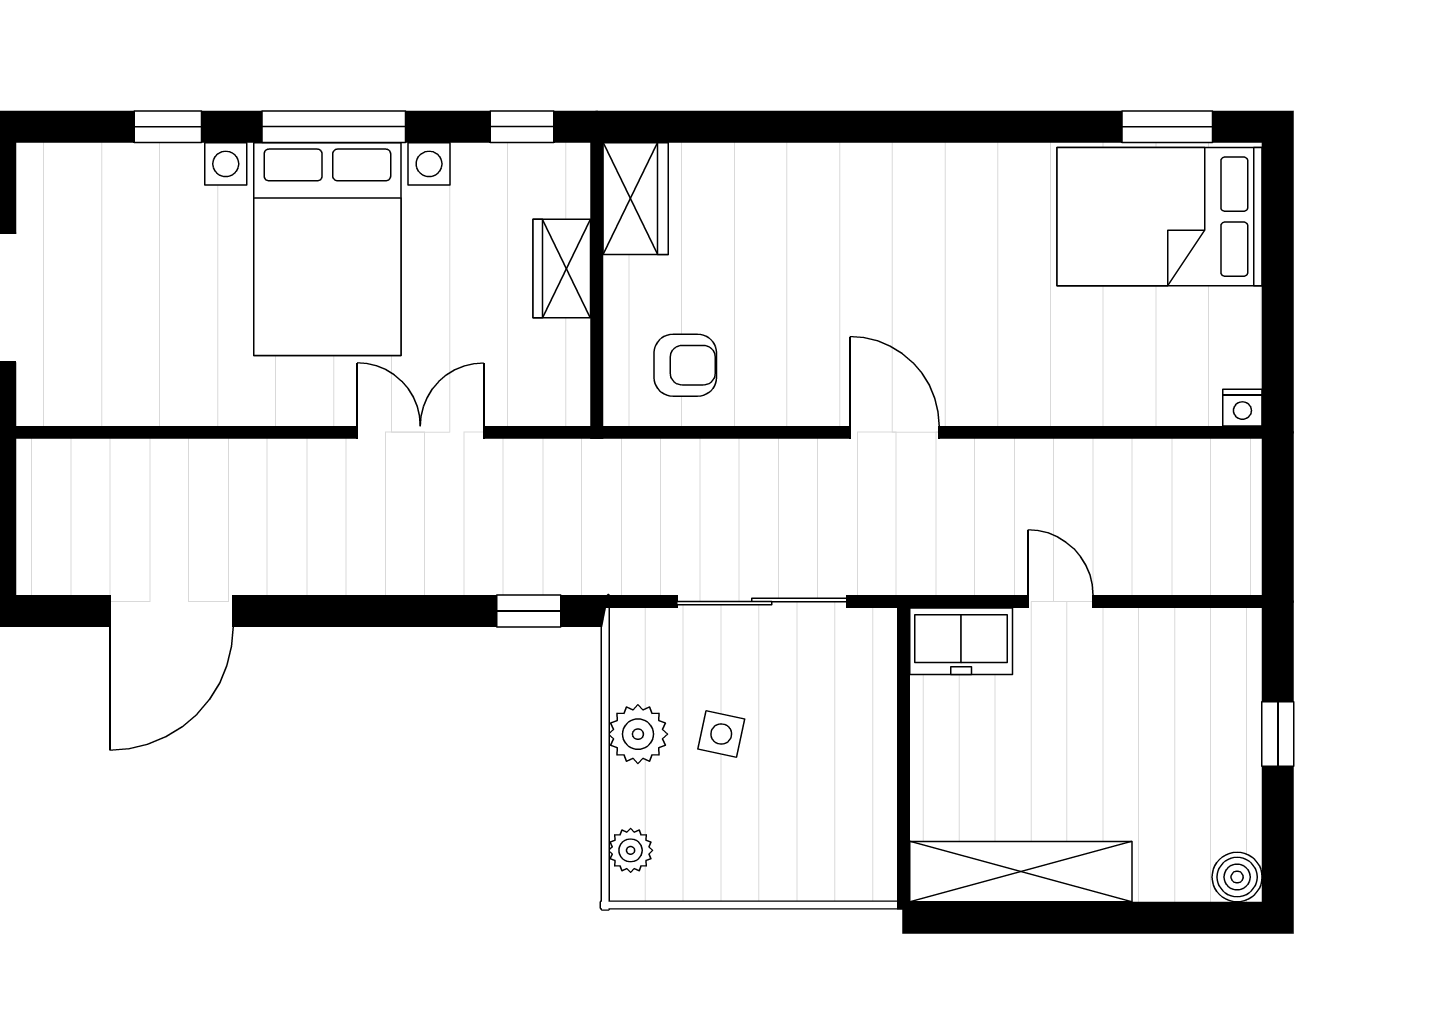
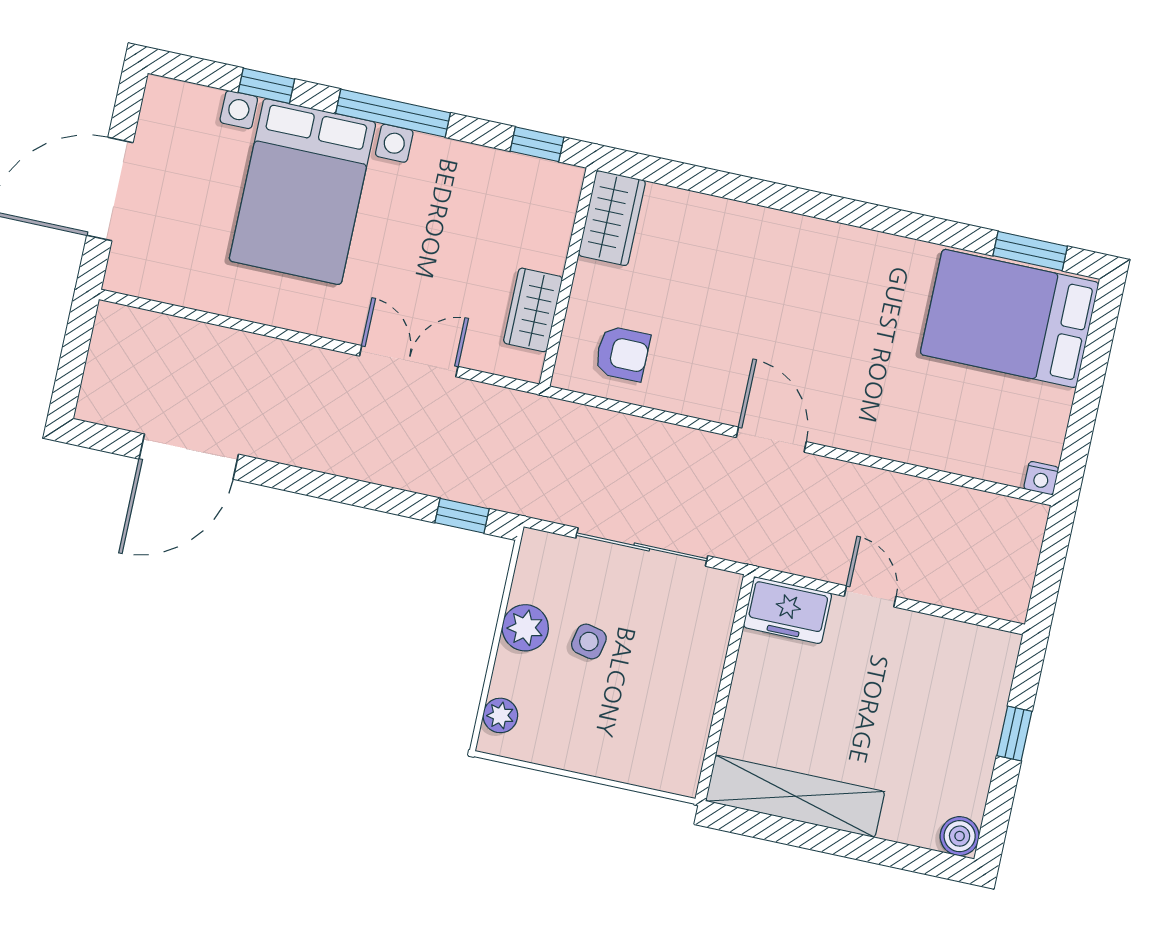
bed with nightstands: (327, 249) -> (302, 192), moved
wardrobe: (562, 268) -> (533, 310), moved

